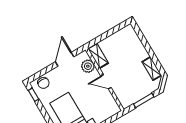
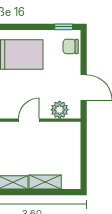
shelving: (98, 56) -> (45, 182), moved

